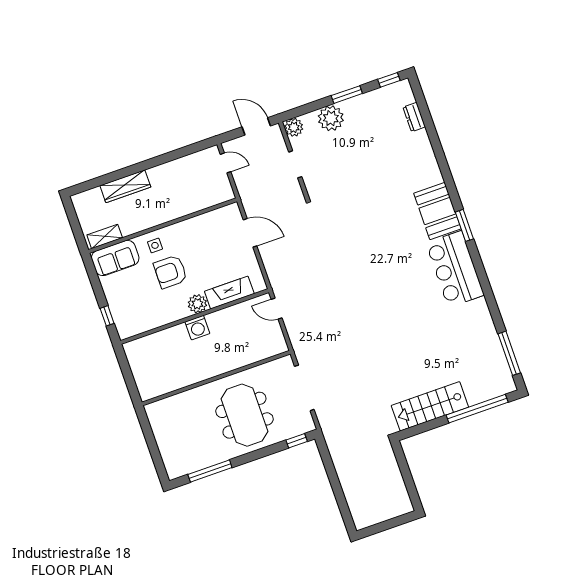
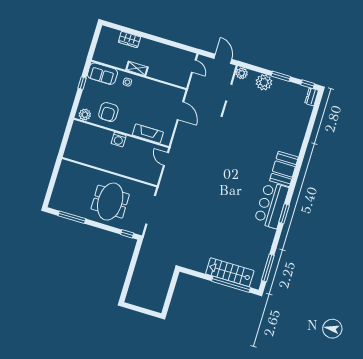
dresser: (414, 117) -> (312, 97), moved
wardrobe: (125, 186) -> (129, 40), width x0.67
window: (464, 225) -> (284, 214), moved
shelving: (105, 236) -> (137, 68), moved
armchair: (170, 272) -> (108, 112), moved, turned -90
plant: (197, 304) -> (85, 115), moved
window: (107, 316) -> (82, 83), moved
stairs: (430, 406) -> (230, 272), moved

